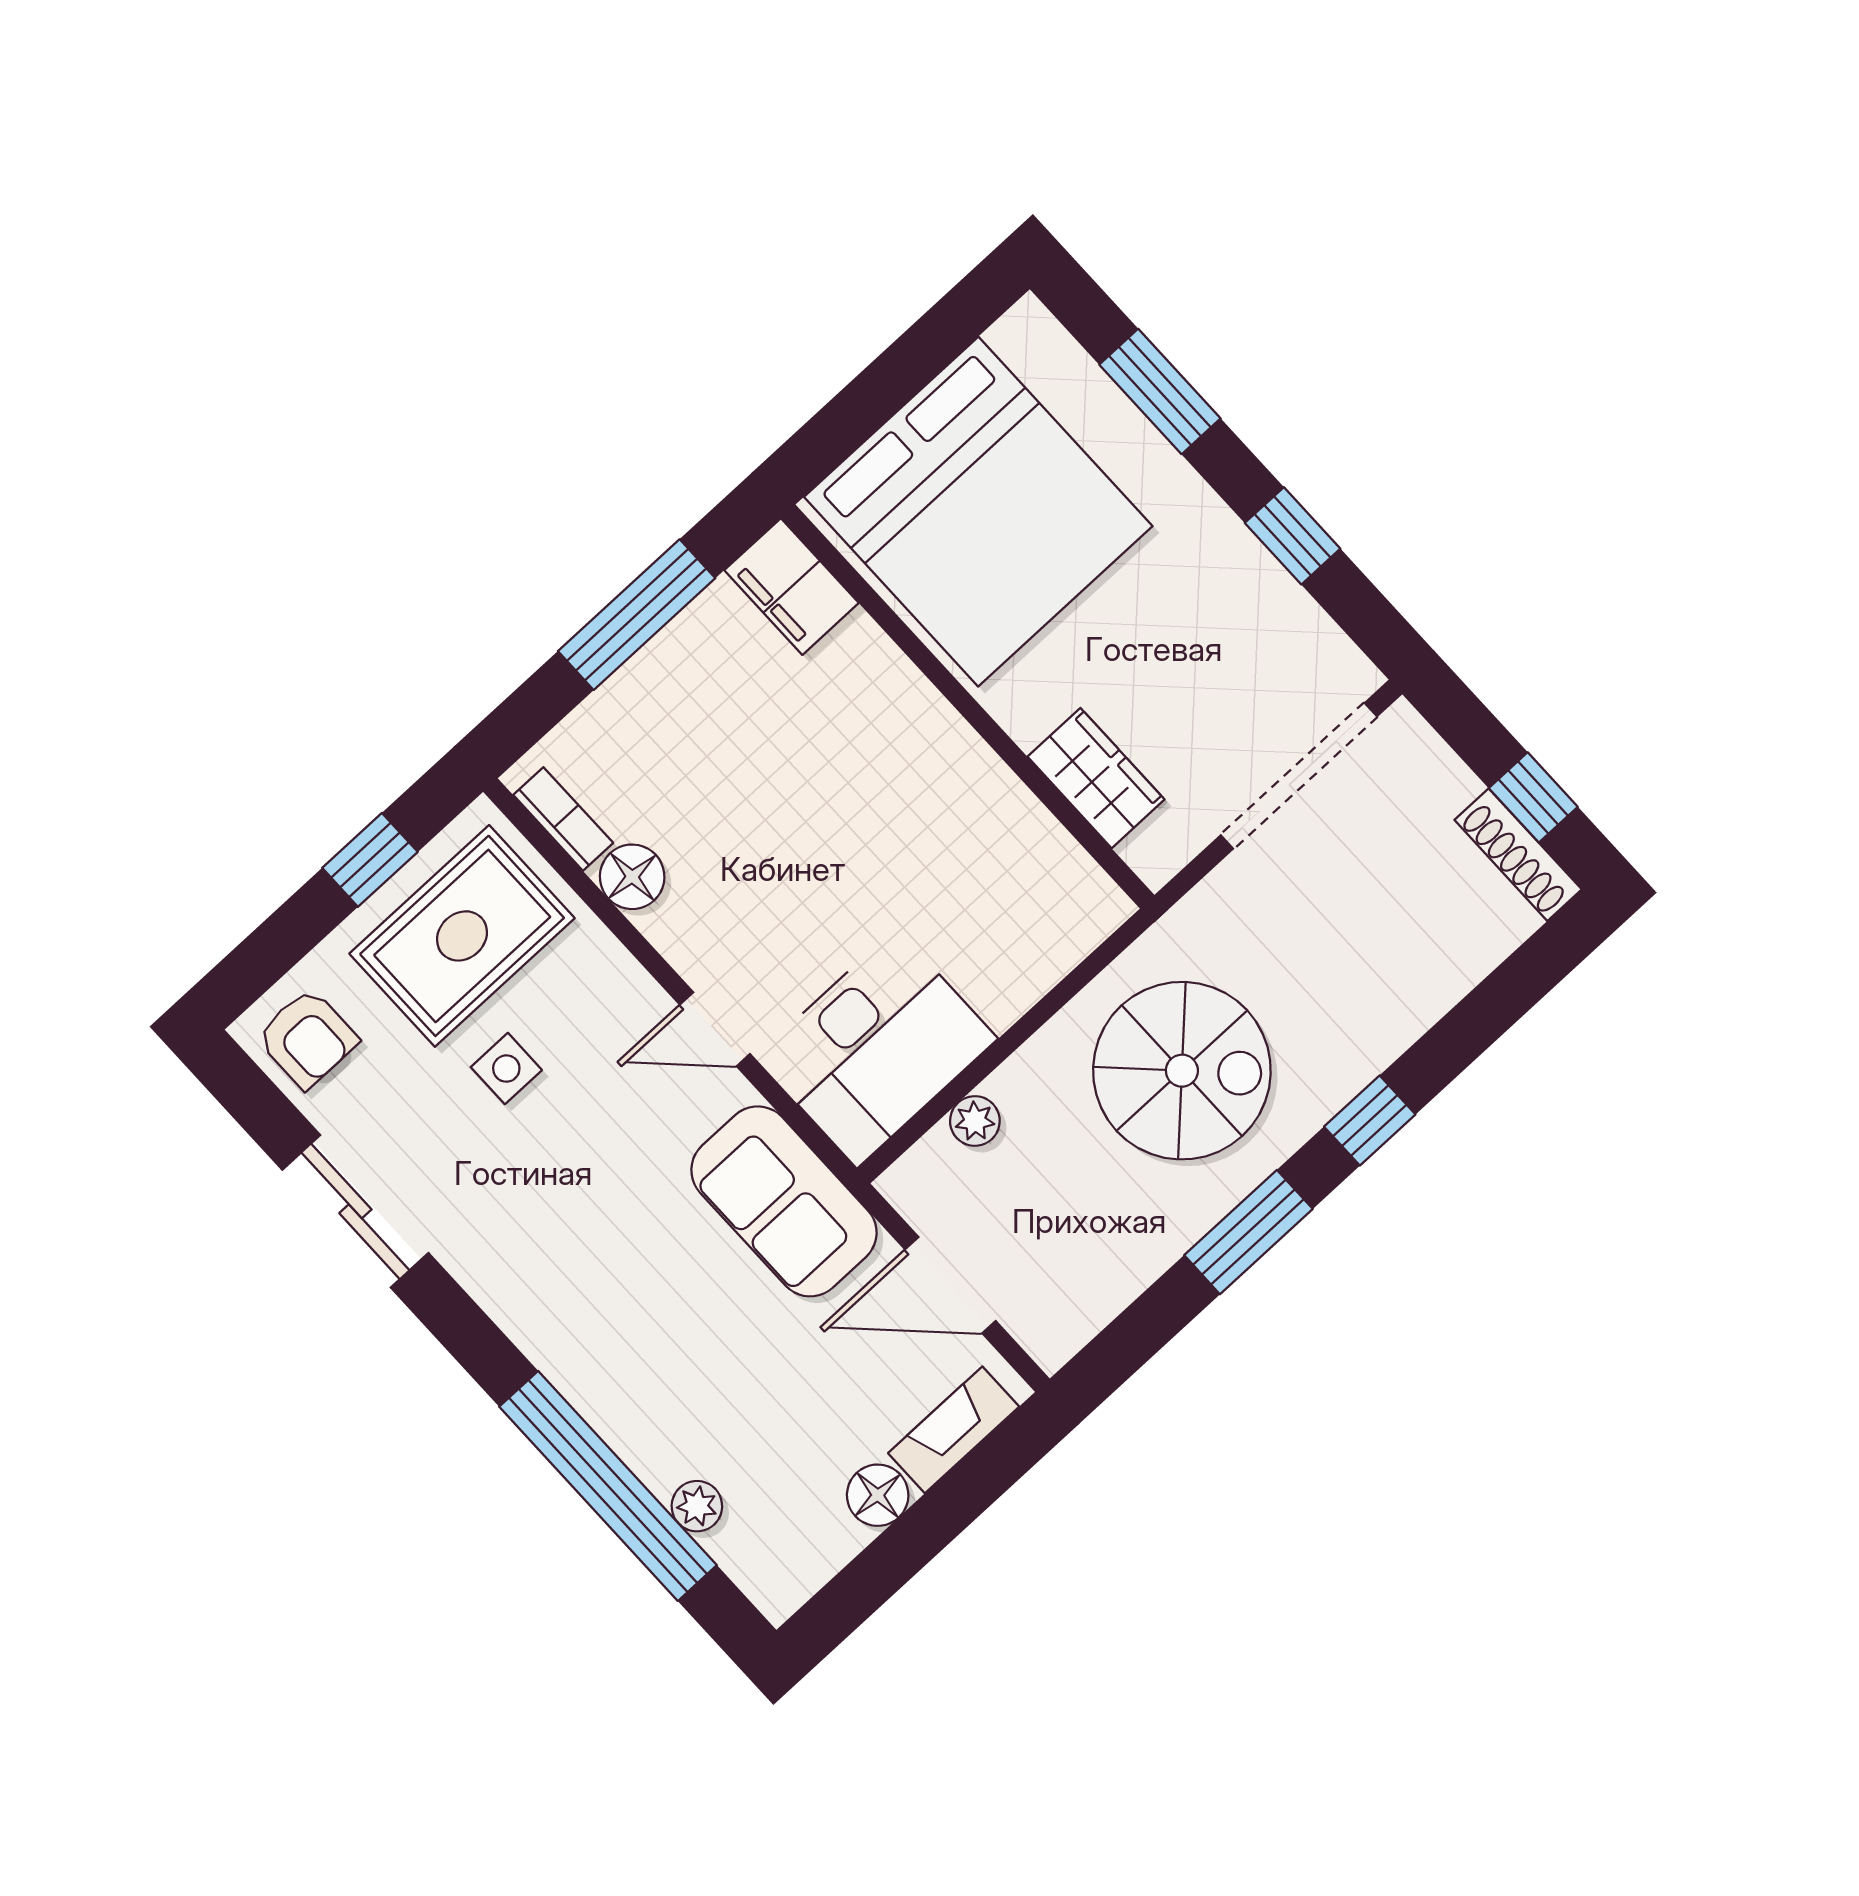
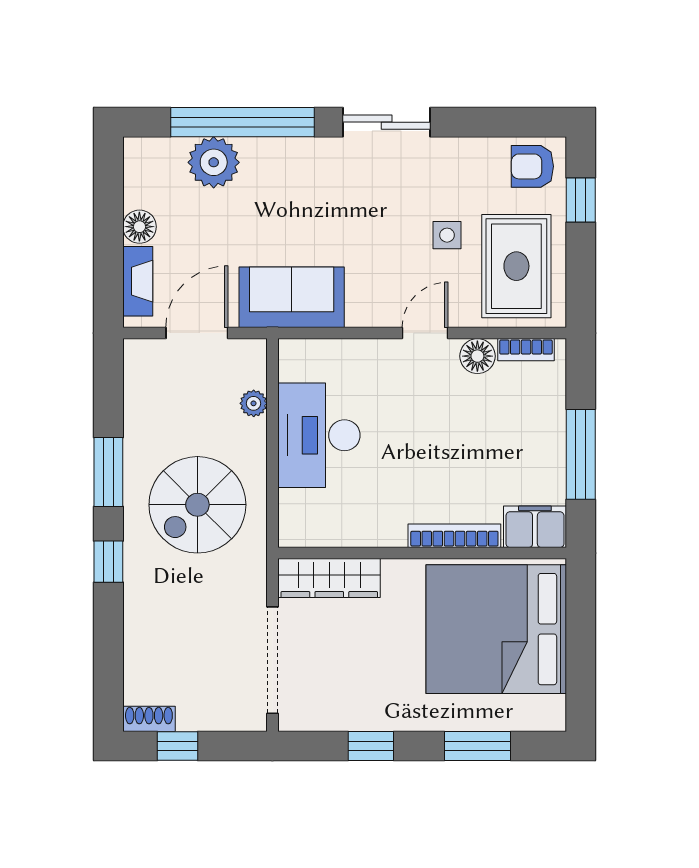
bookcase: (904, 684) -> (454, 536), added
wardrobe: (1096, 778) -> (329, 578), width x1.50
shoe rack: (1518, 855) -> (149, 719), width x0.70
window: (370, 860) -> (581, 200), moved
door: (715, 1029) -> (425, 333), moved
desk: (876, 1048) -> (319, 435), moved
sliding door: (355, 1211) -> (387, 122), moved
plant: (697, 1506) -> (214, 162), width x1.87, depth x1.87

